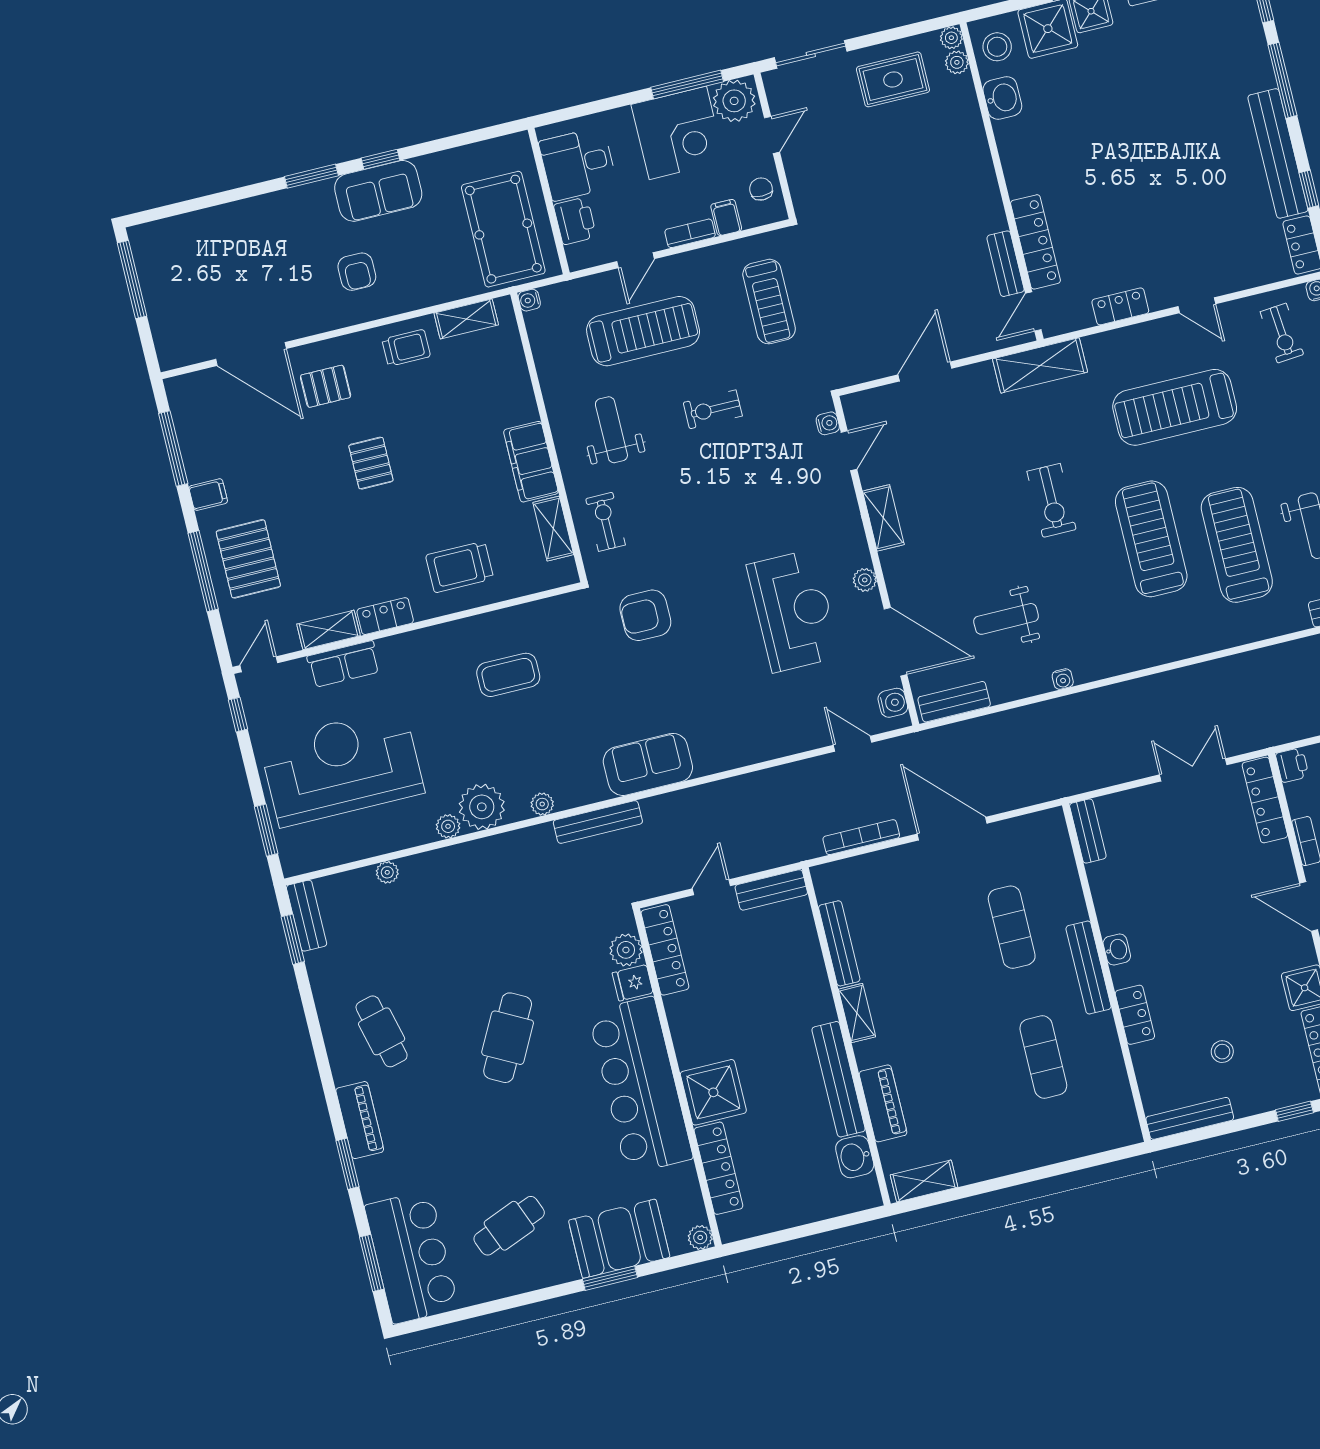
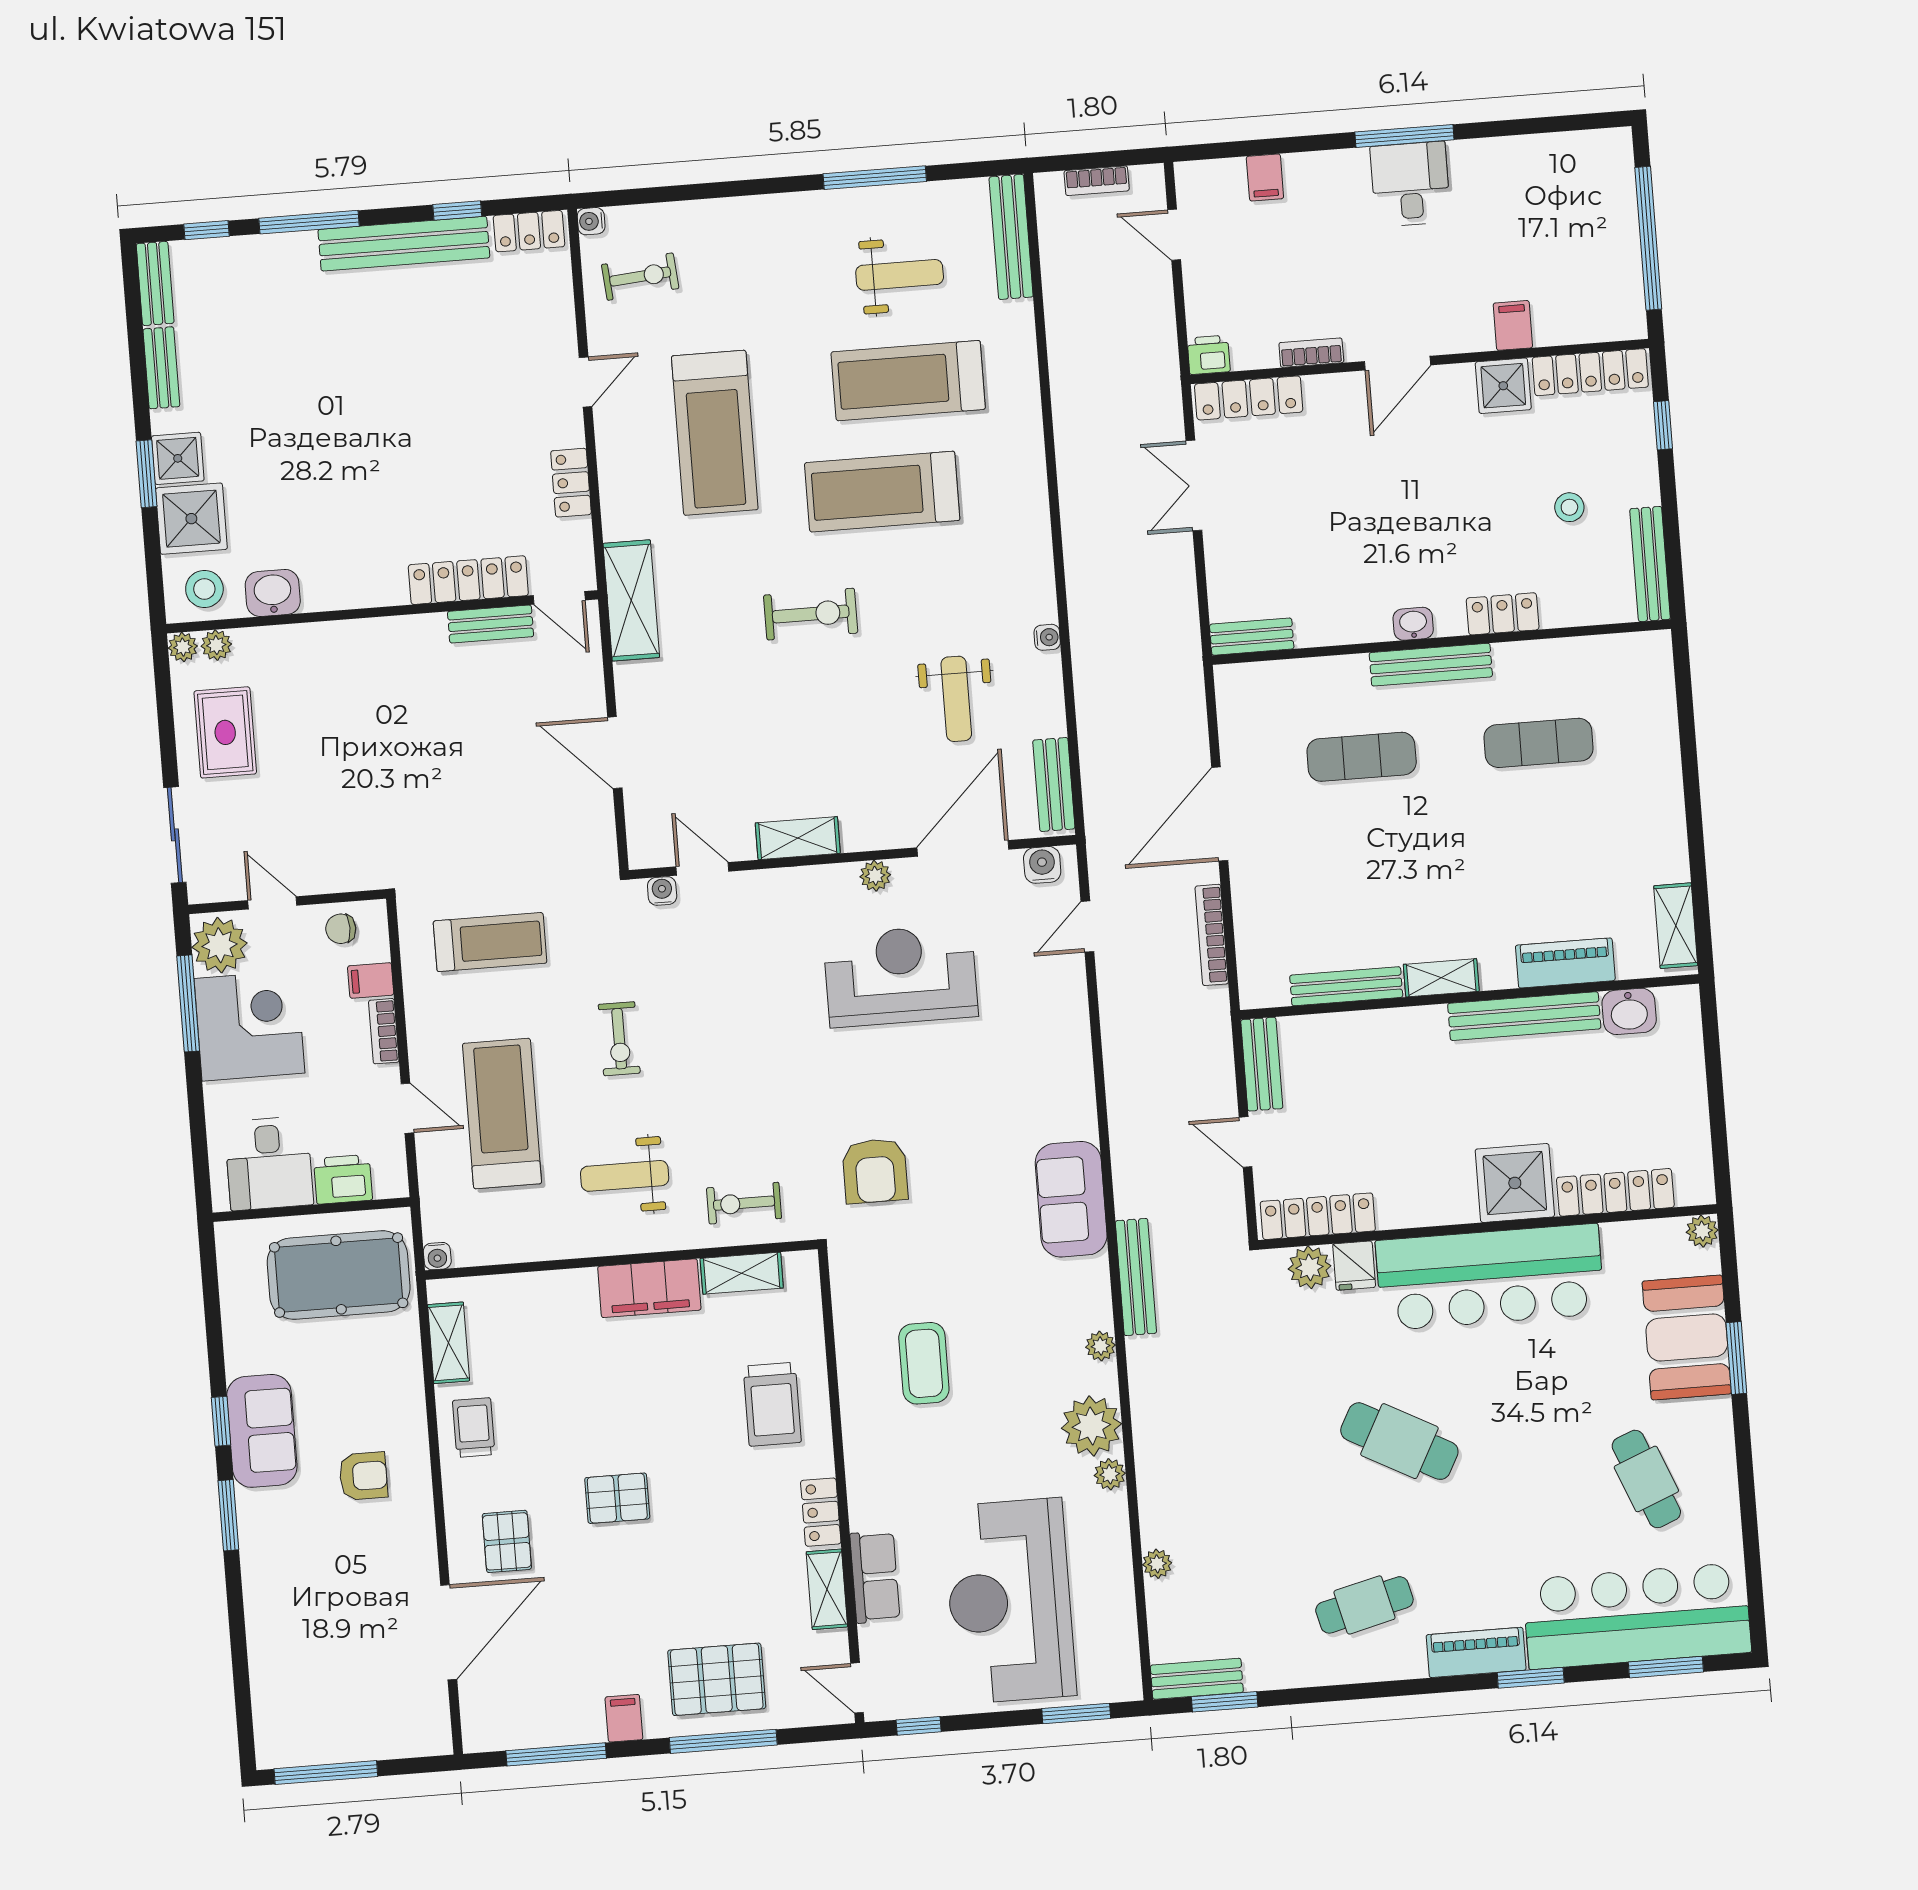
bar counter: (412, 1257) -> (1637, 1616), width x1.36

